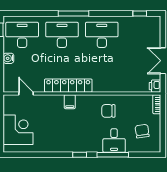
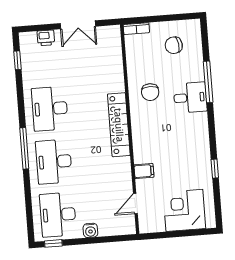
locker: (68, 86) -> (119, 125), moved
printer: (155, 86) -> (46, 38), moved
filing cabinet: (70, 102) -> (144, 171), moved
desk: (114, 141) -> (190, 98), moved
window: (80, 155) -> (215, 169), moved

